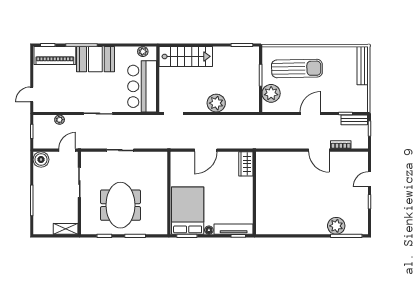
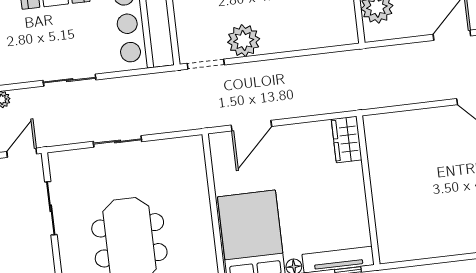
plant: (216, 103) -> (244, 41), moved
door: (206, 150) -> (251, 126), moved

